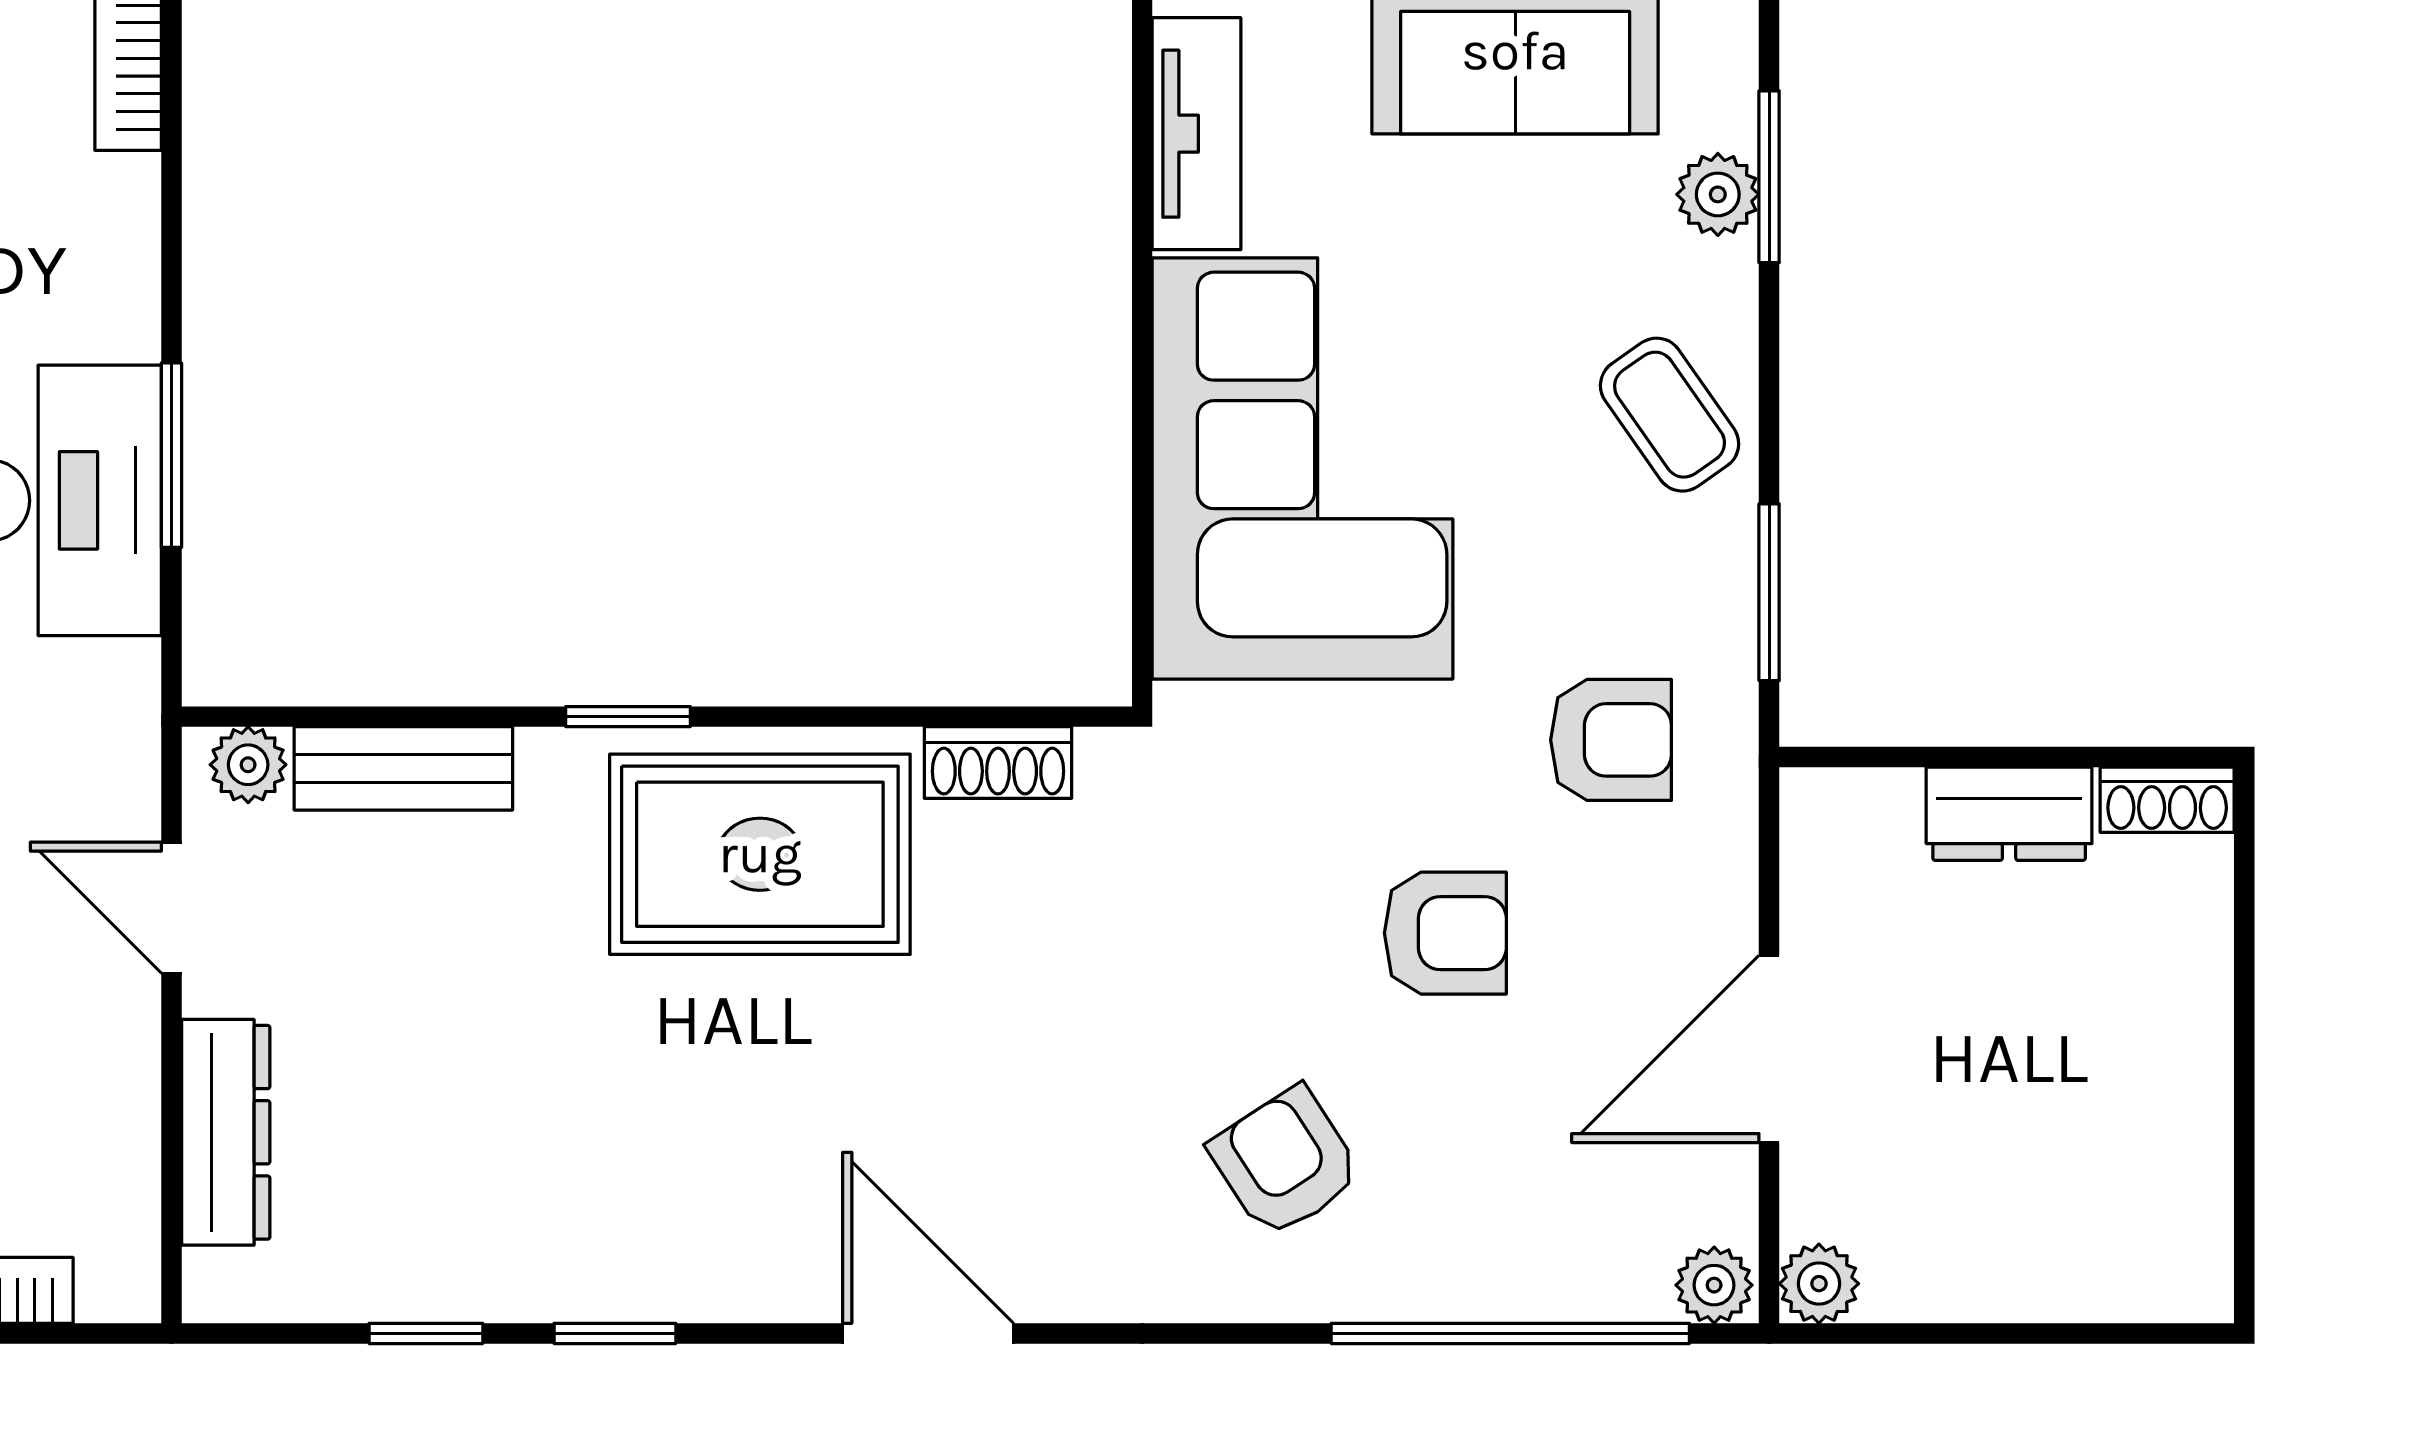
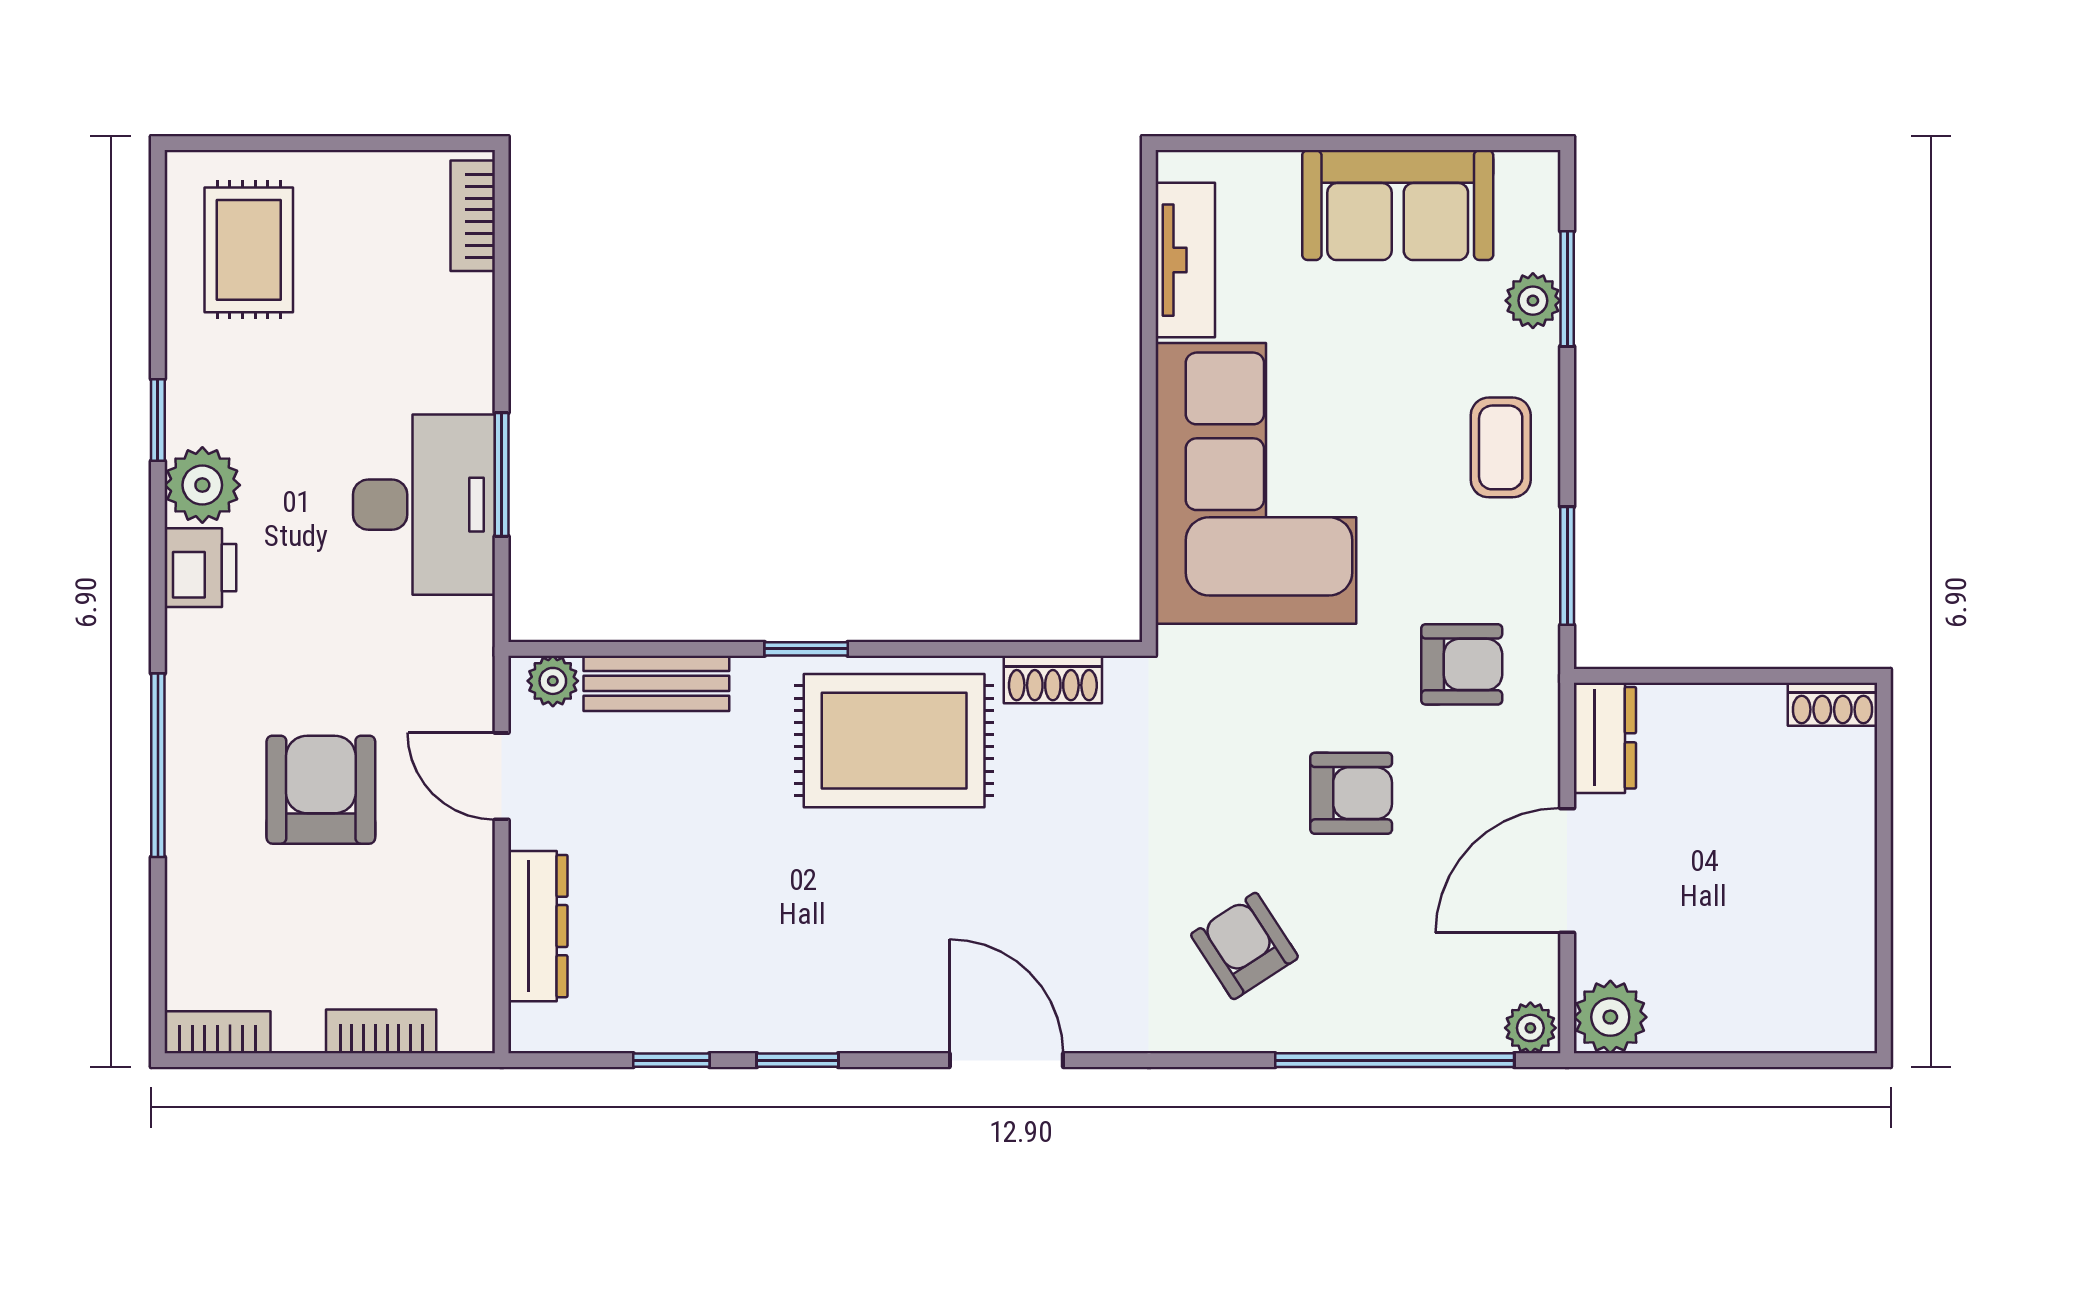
coffee table: (1670, 415) -> (1501, 447), turned 35
dresser: (2009, 814) -> (1605, 738), moved, turned -90
plant: (1819, 1284) -> (1610, 1017), width x1.38, depth x1.38

